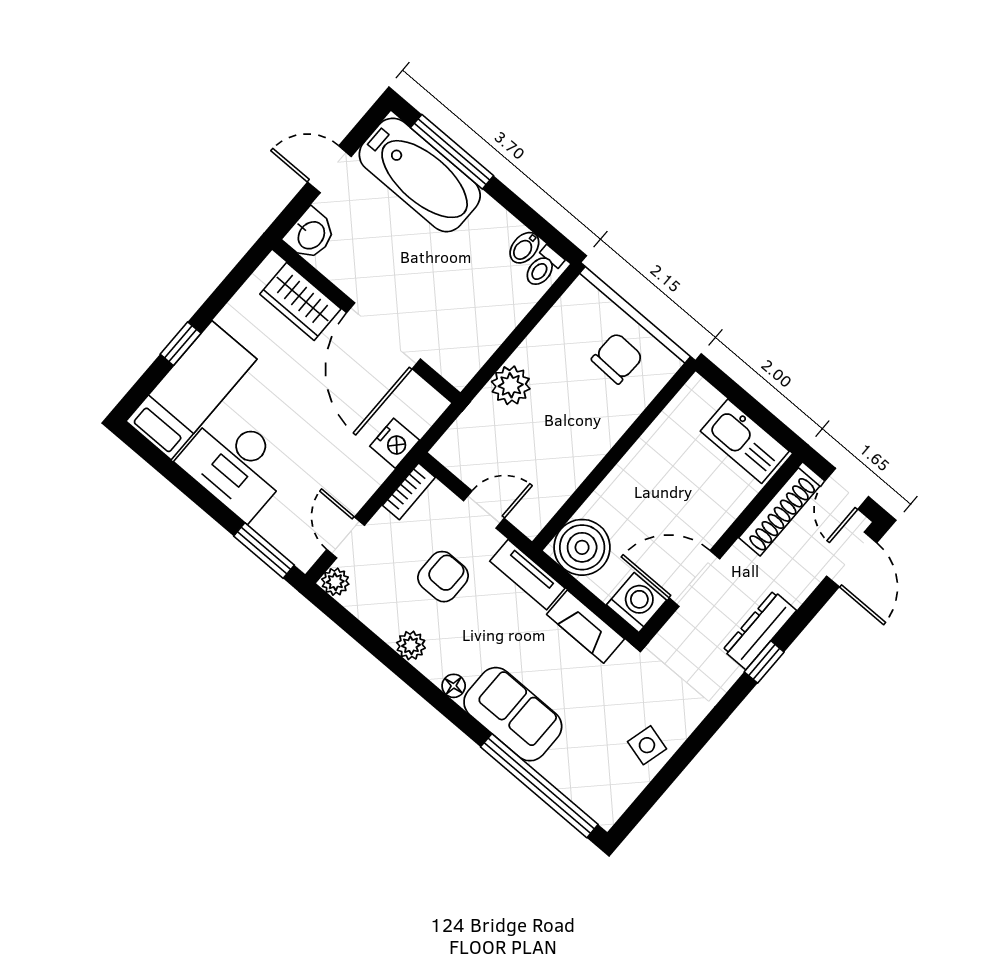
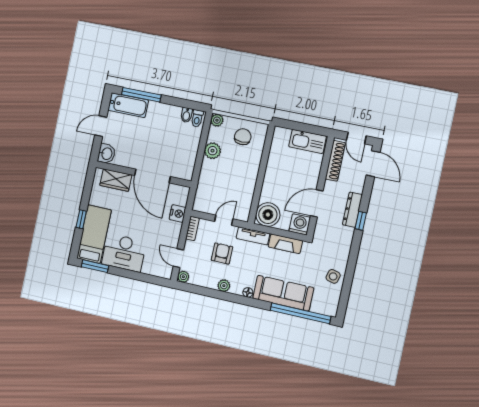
bathtub: (420, 175) -> (128, 105), width x0.73, depth x0.73
plant: (582, 294) -> (217, 120), added
plant: (511, 385) -> (213, 151), moved
window: (264, 551) -> (95, 266), moved
sofa: (513, 714) -> (283, 293), width x1.36

